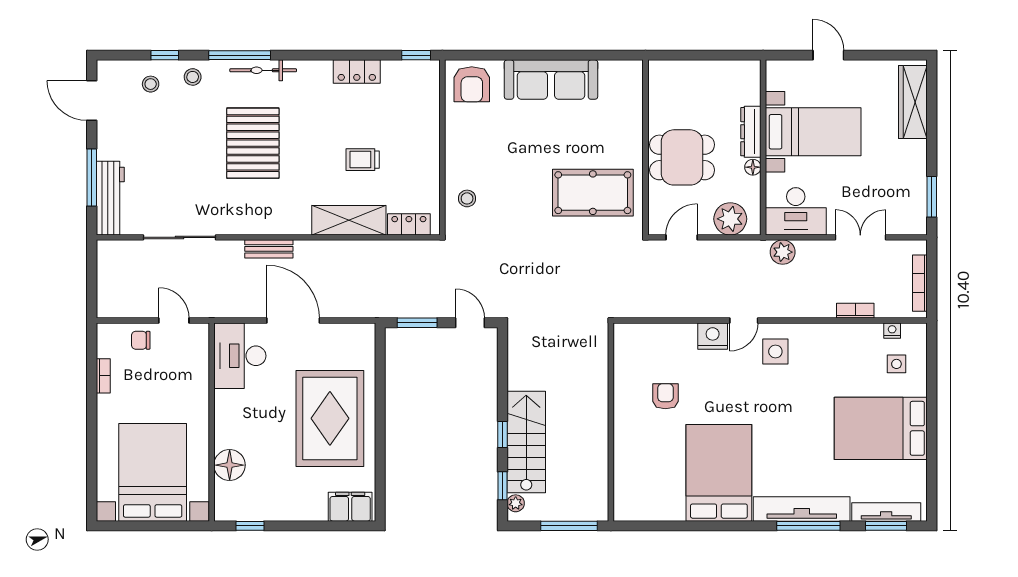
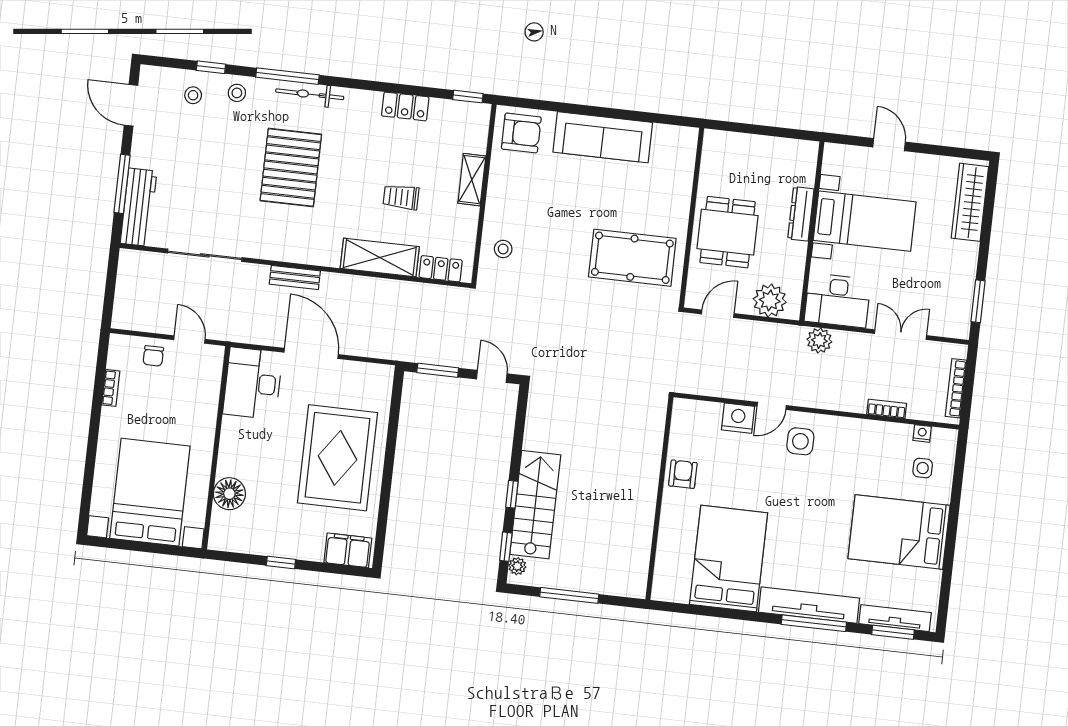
armchair: (472, 84) -> (521, 133), turned -90
shelving: (429, 135) -> (472, 180), added
dining table: (682, 157) -> (728, 232), turned 90
floor lamp: (753, 167) -> (799, 250), removed
chair: (141, 340) -> (153, 356), turned -90
wall: (611, 422) -> (659, 498), moved
window: (250, 526) -> (281, 563), moved

